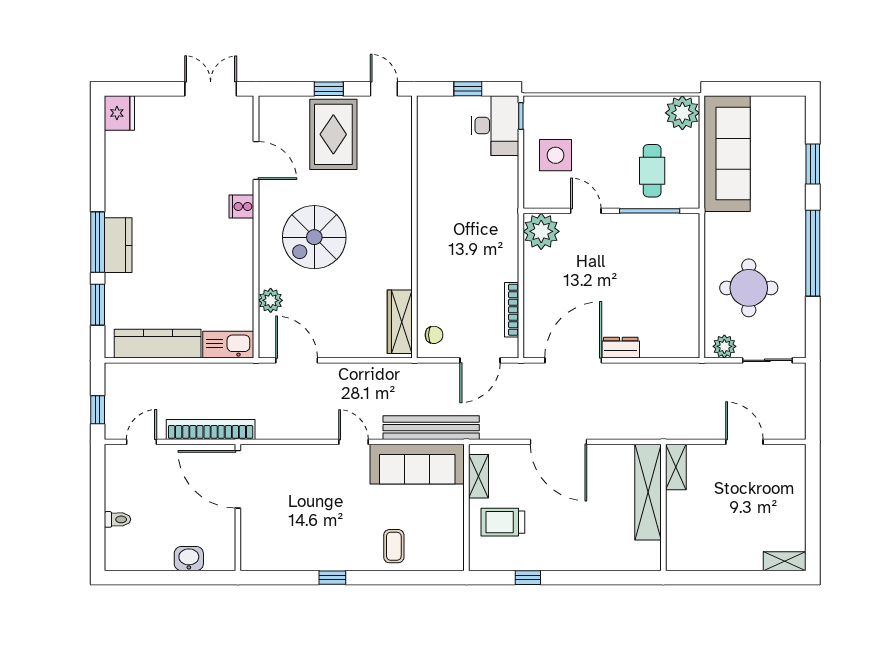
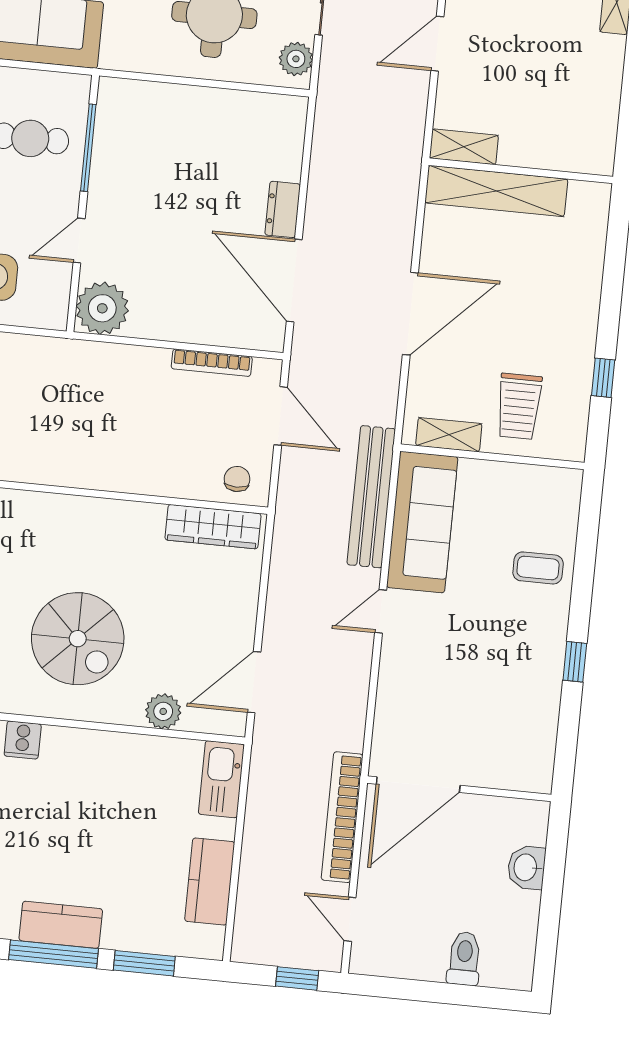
kitchen counter: (158, 344) -> (210, 882), width x0.67
toilet: (117, 519) -> (464, 959), width x1.37, depth x1.39

